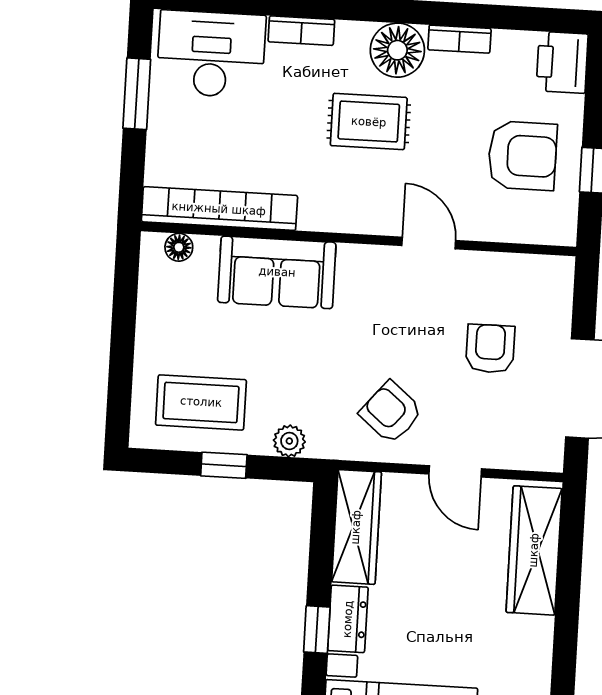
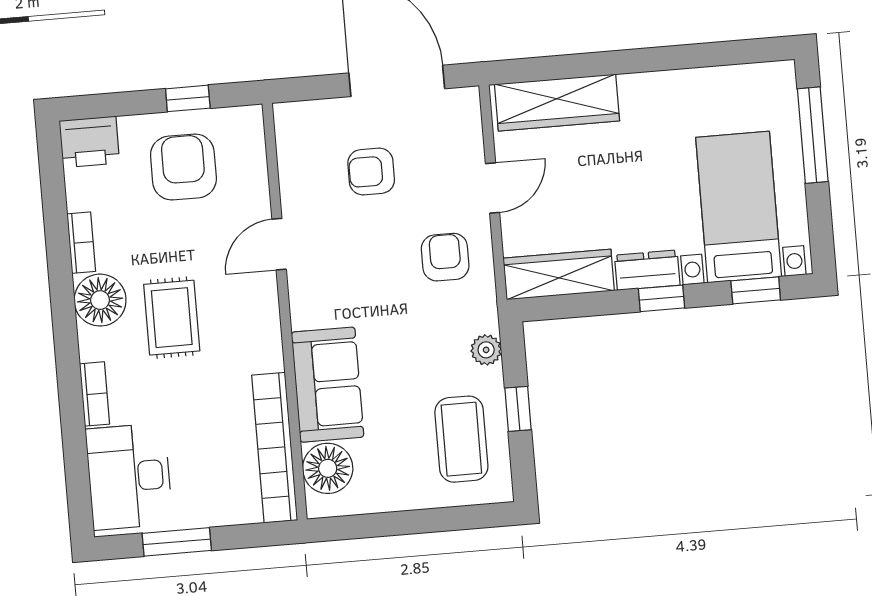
floor lamp: (179, 247) -> (328, 468), width x1.89, depth x1.89
armchair: (391, 412) -> (445, 257), turned 140

